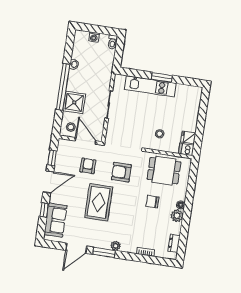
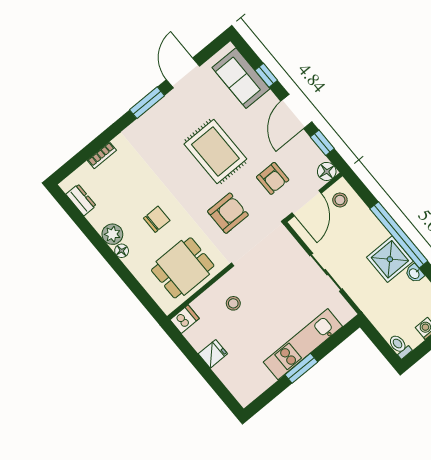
shower: (74, 102) -> (390, 259), moved
fridge: (188, 137) -> (213, 354), moved
door: (85, 141) -> (307, 203), hinge flipped
floor lamp: (63, 144) -> (327, 171), added
plant: (116, 246) -> (142, 125), removed

